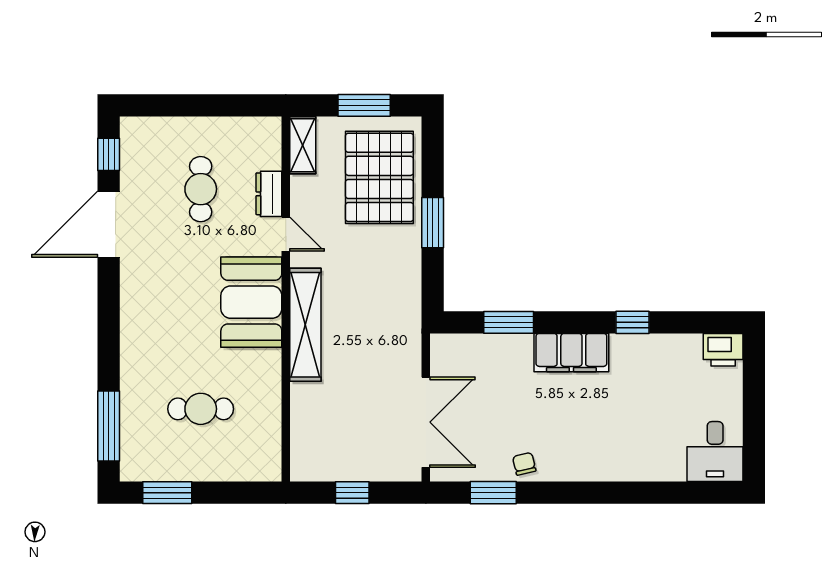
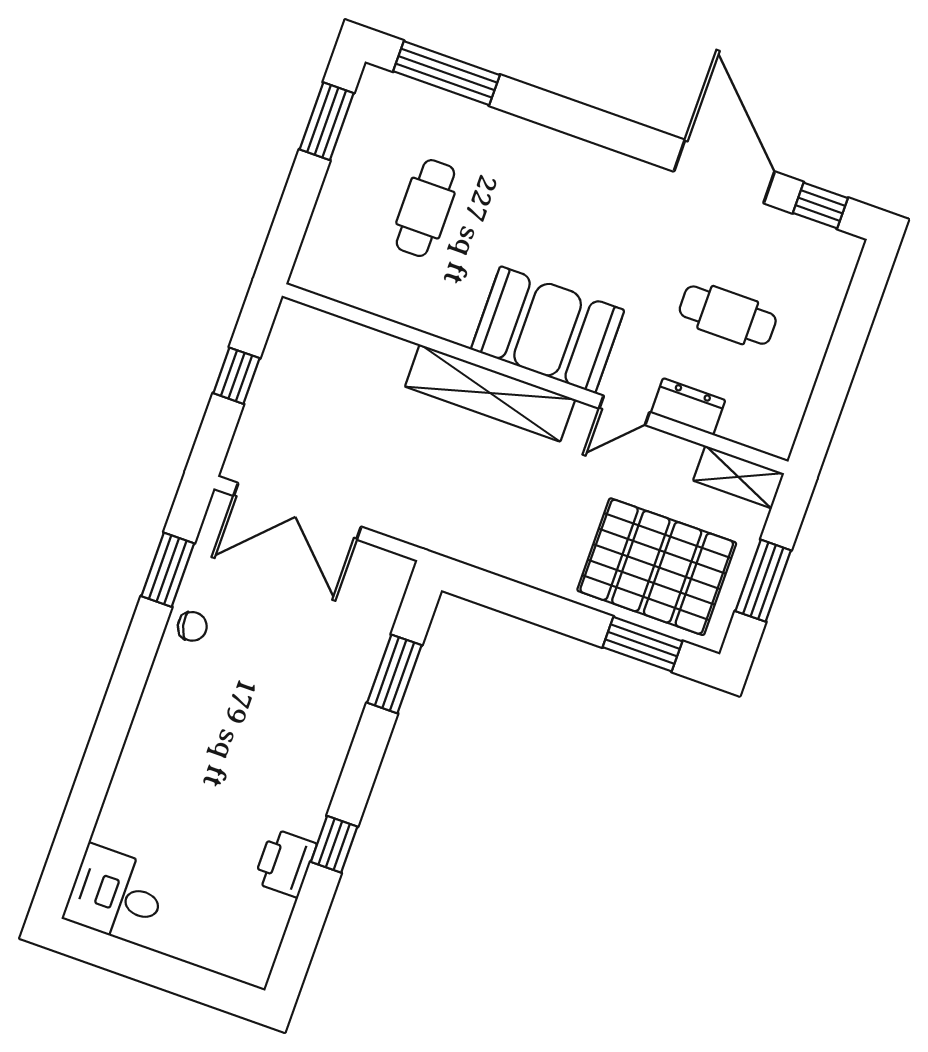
window: (433, 223) -> (643, 644), moved
printer: (723, 350) -> (285, 863), moved
filing cabinet: (571, 353) -> (322, 745), removed

